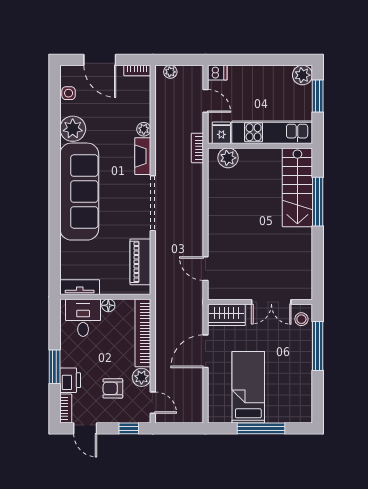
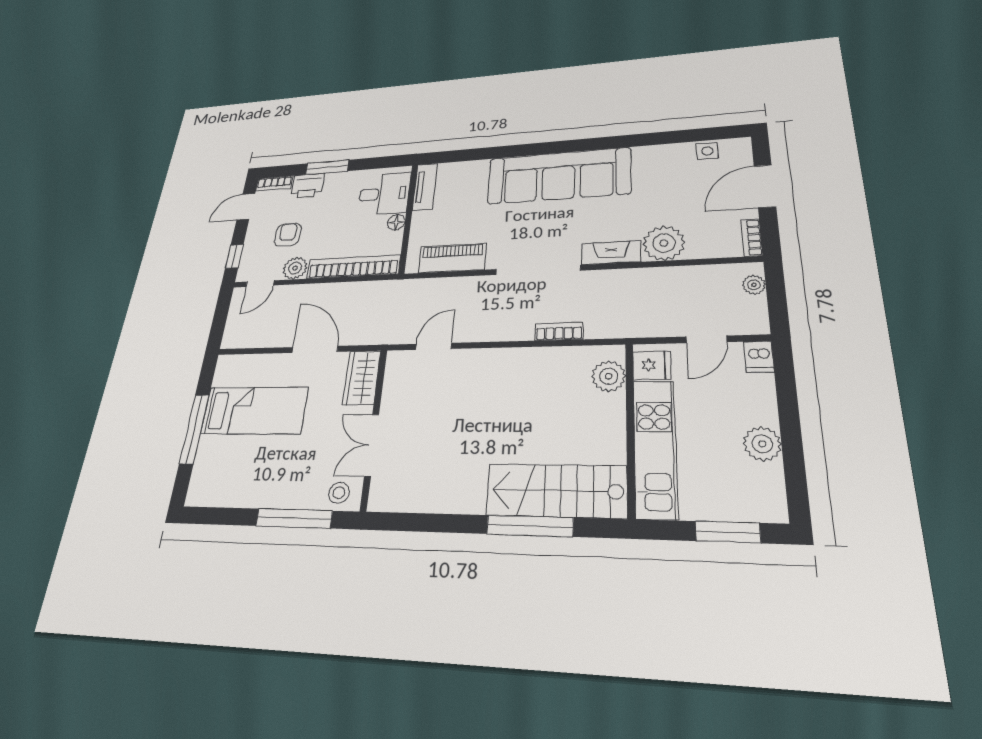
plant: (302, 75) -> (762, 444), moved
plant: (73, 129) -> (652, 161), removed
plant: (144, 129) -> (664, 243), width x1.88, depth x1.88
bookcase: (197, 148) -> (559, 331), moved

